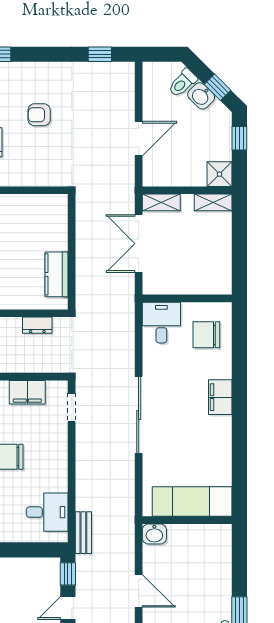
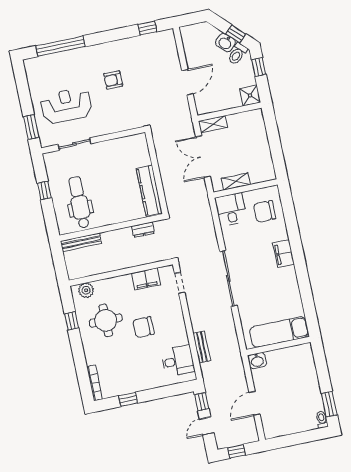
toilet: (183, 83) -> (237, 54), moved
shelving: (213, 202) -> (236, 181), moved
kitchen counter: (57, 274) -> (149, 191), width x1.50
bench: (83, 533) -> (202, 347), moved
door: (139, 591) -> (254, 403), swing flipped

